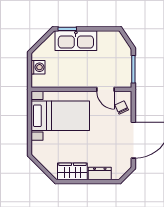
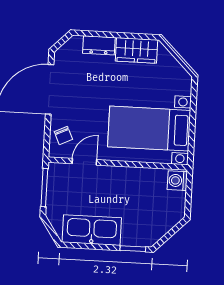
kitchen sink: (76, 41) -> (92, 230), moved
washing machine: (38, 67) -> (177, 181), moved
door: (106, 89) -> (84, 162), hinge flipped

